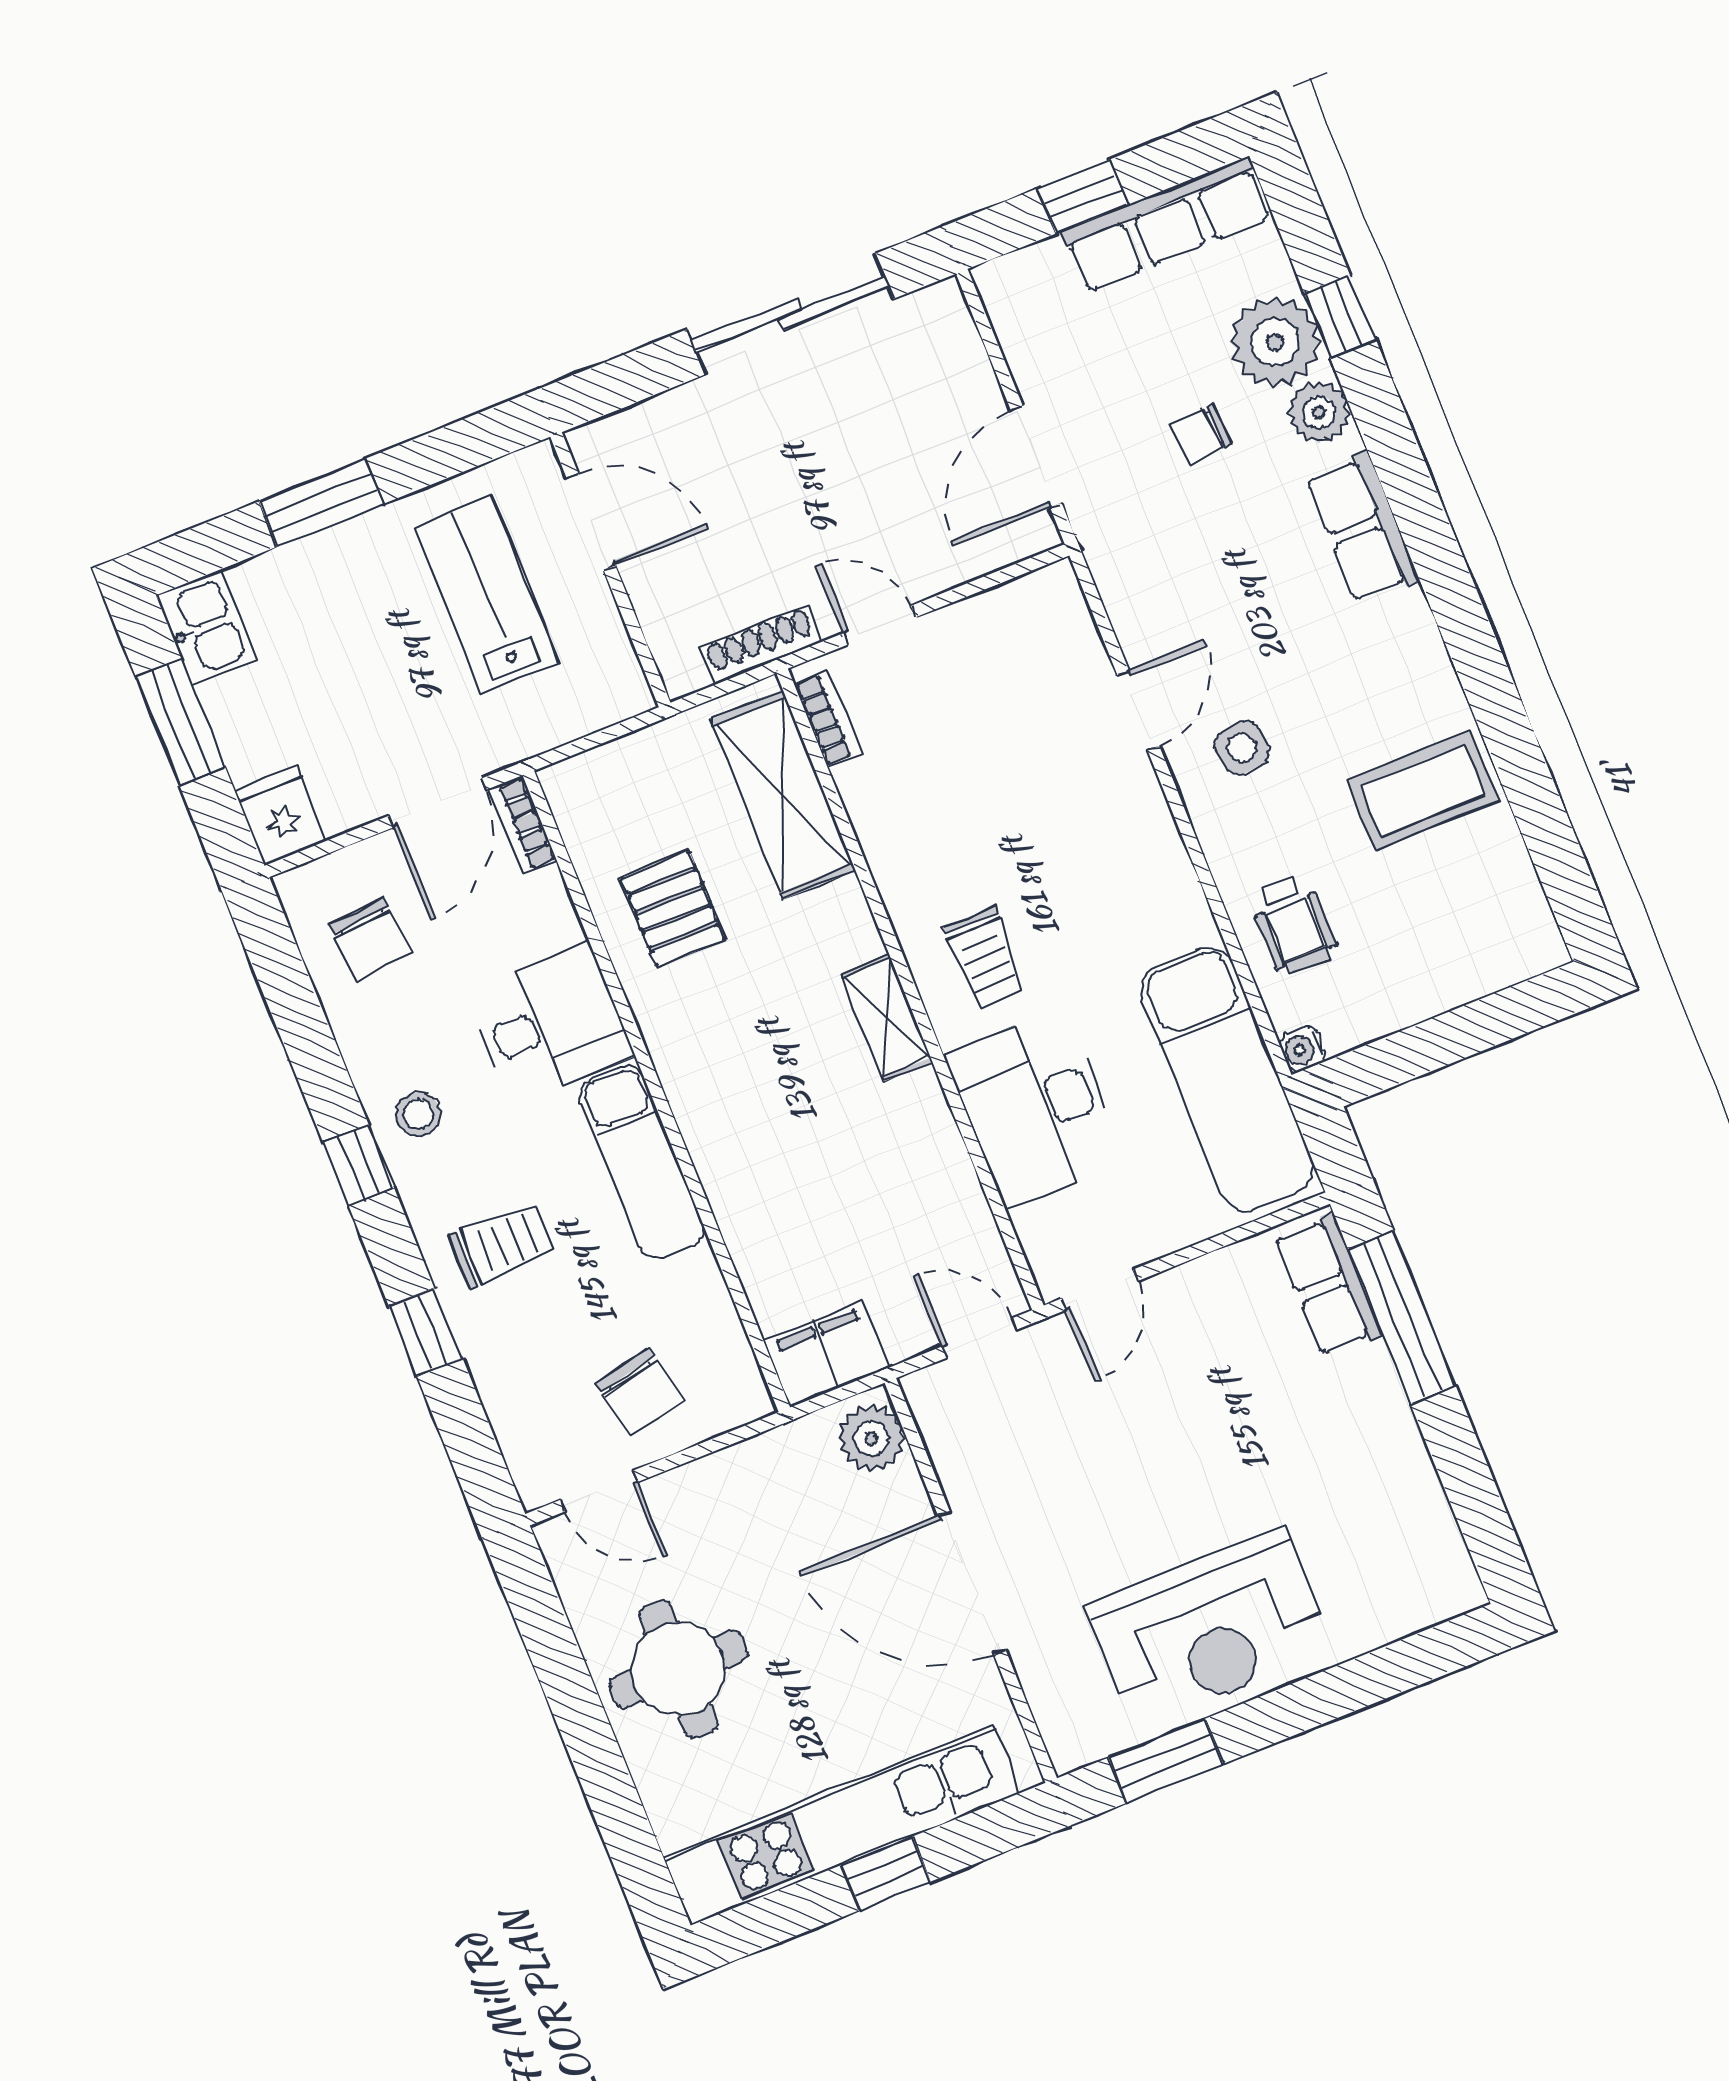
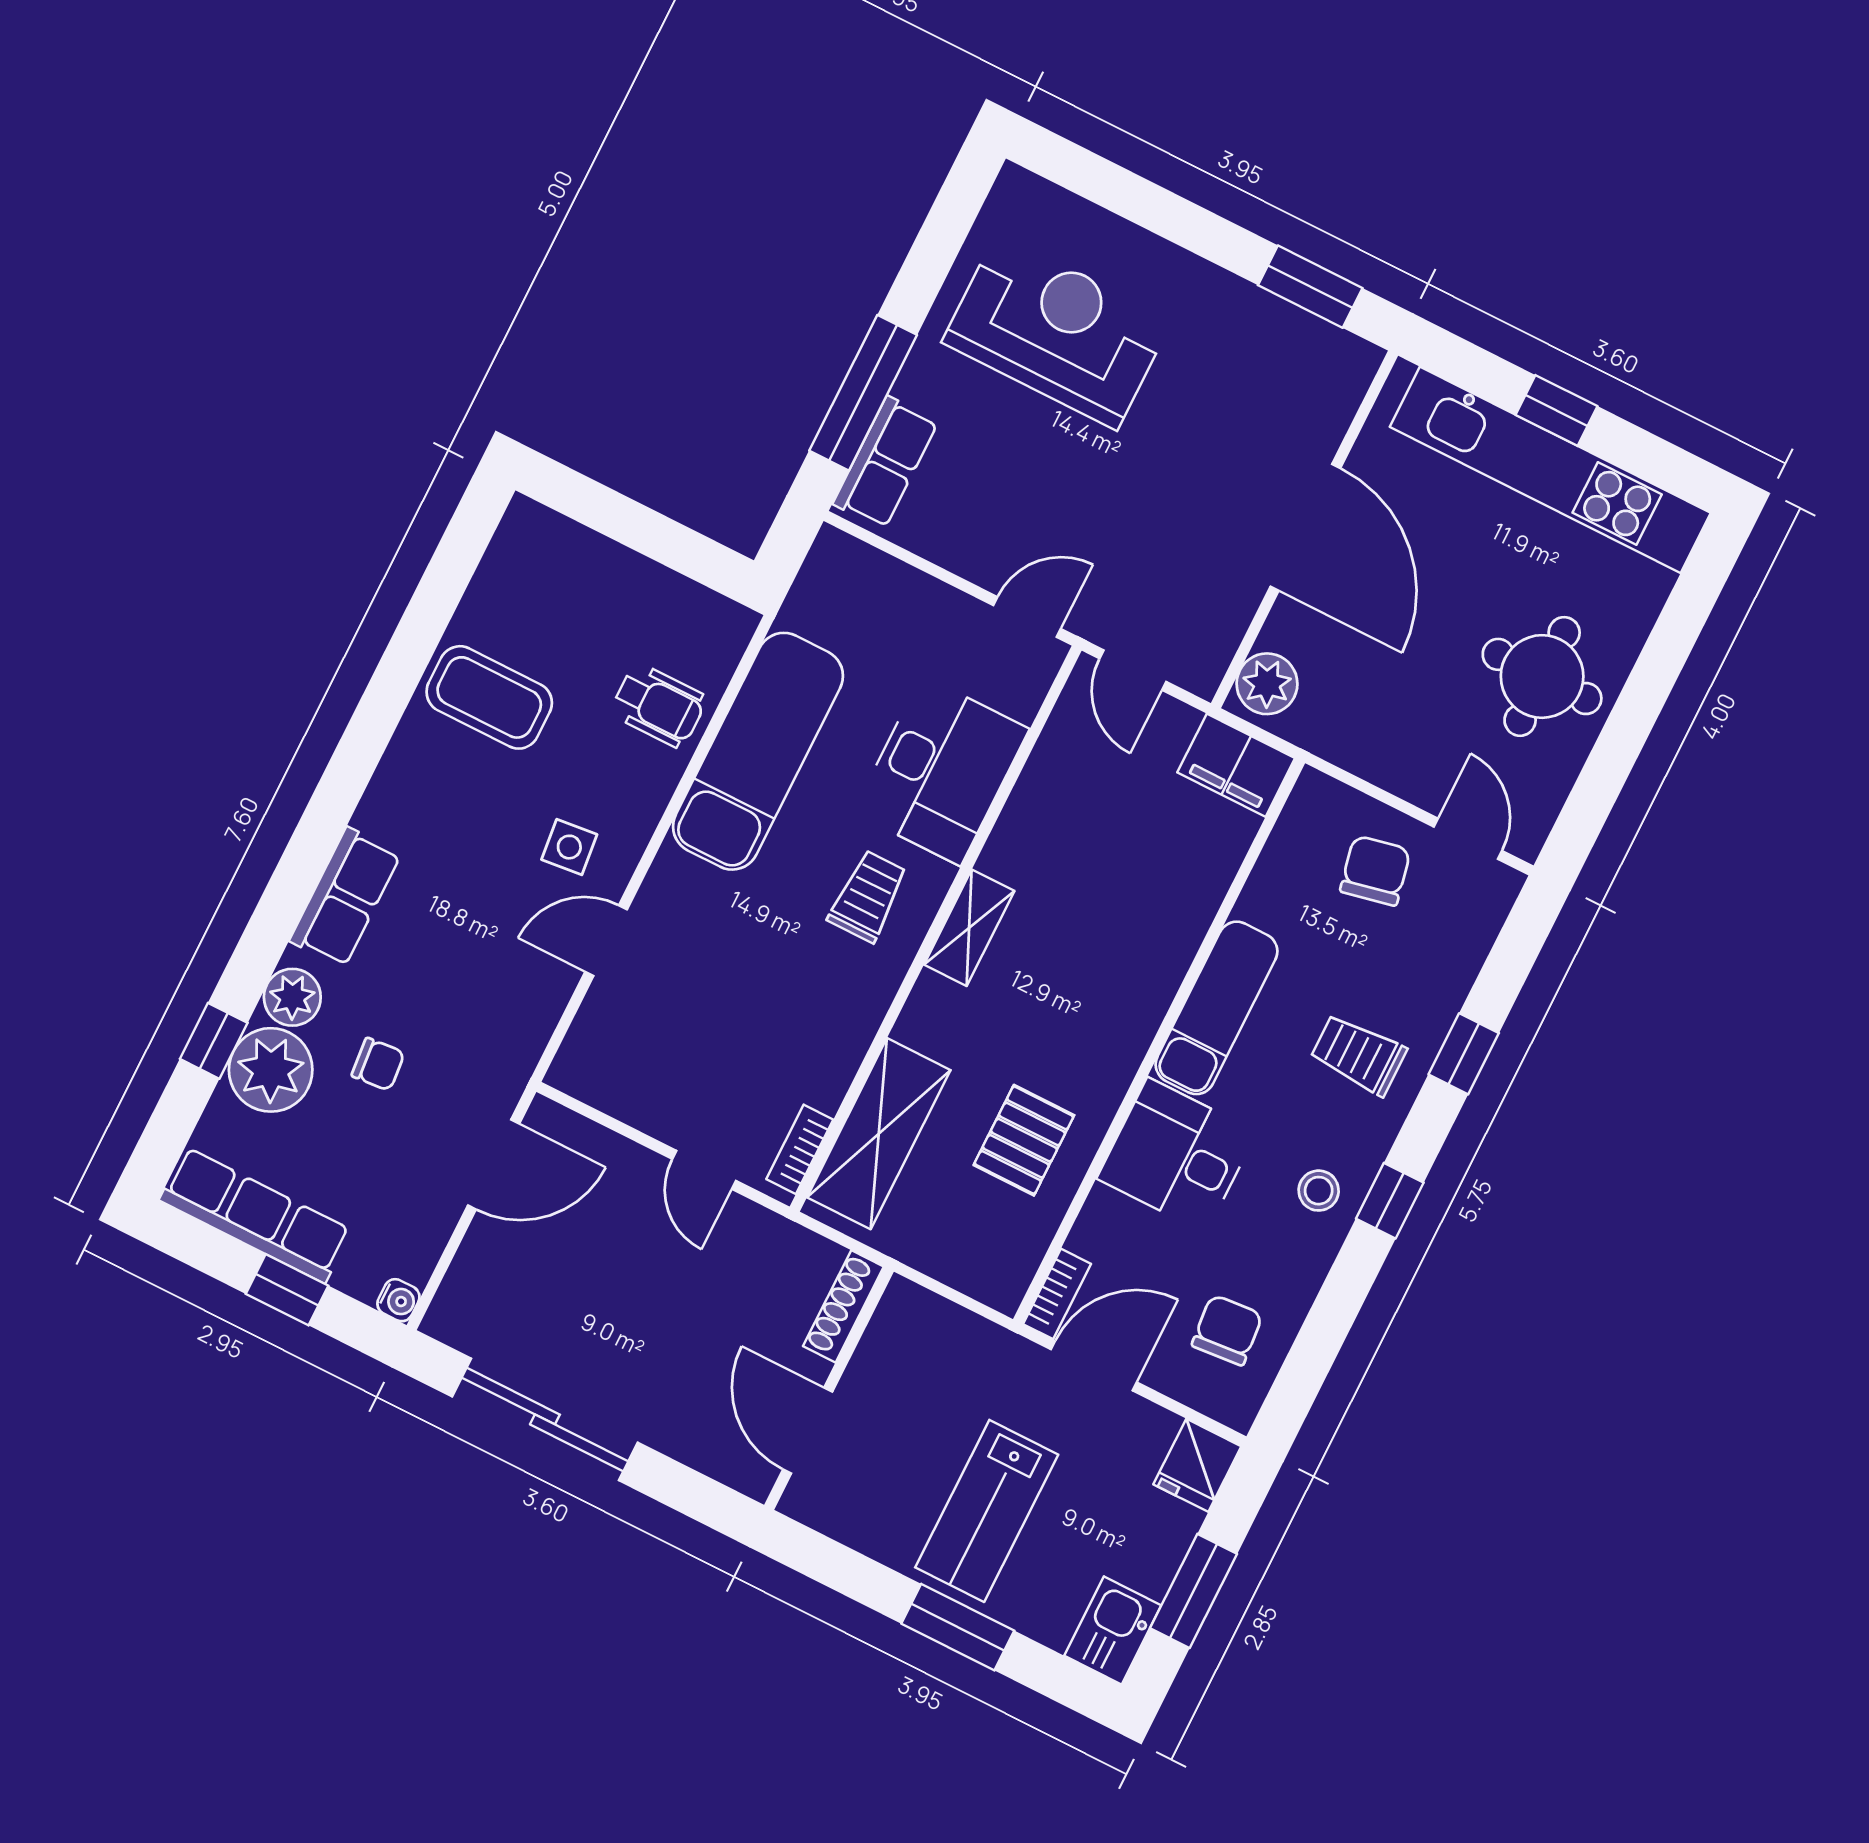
lab bench: (486, 595) -> (987, 1511), moved
shoe rack: (761, 645) -> (843, 1306), moved, turned 90
wheelchair: (1293, 924) -> (659, 705), turned 90
water cooler: (1303, 1049) -> (398, 1300), moved
exam couch: (1227, 1080) -> (758, 751), moved
reception desk: (1210, 1628) -> (1057, 331), moved

